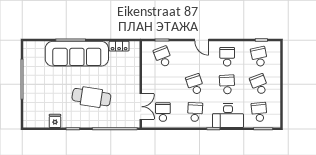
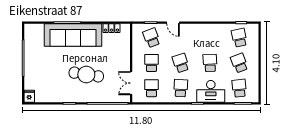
door: (202, 40) -> (173, 23), moved
school desk: (227, 57) -> (151, 63), moved
double door: (141, 107) -> (131, 83), swing flipped
fridge: (55, 121) -> (29, 96), moved

